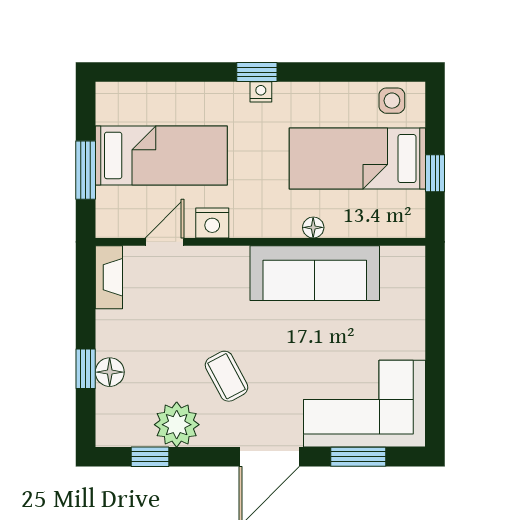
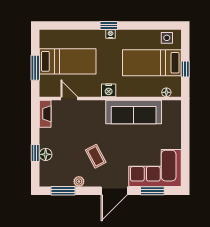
nightstand: (212, 223) -> (109, 90), moved
floor lamp: (313, 227) -> (166, 92), moved
door: (165, 242) -> (69, 99), hinge flipped
plant: (177, 425) -> (79, 181), width x0.53, depth x0.53
window: (150, 457) -> (63, 191), width x1.50

